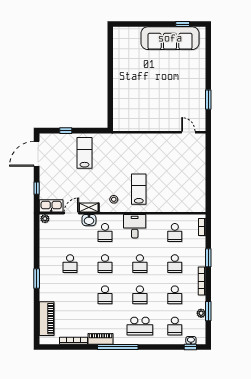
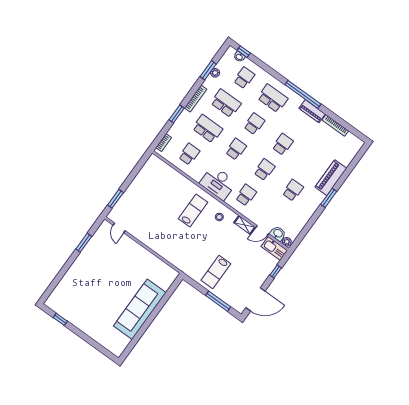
sofa: (170, 38) -> (140, 309), moved, turned -90
window: (66, 131) -> (218, 301), width x2.17
window: (208, 153) -> (115, 199), added
lab bench: (139, 189) -> (193, 211), turned 180
washbasin: (89, 220) -> (278, 234), moved
desk: (135, 226) -> (218, 183), width x1.37
school desk: (175, 264) -> (207, 129), width x1.85
school desk: (175, 295) -> (226, 103), width x1.85
piano: (47, 319) -> (331, 178), moved

